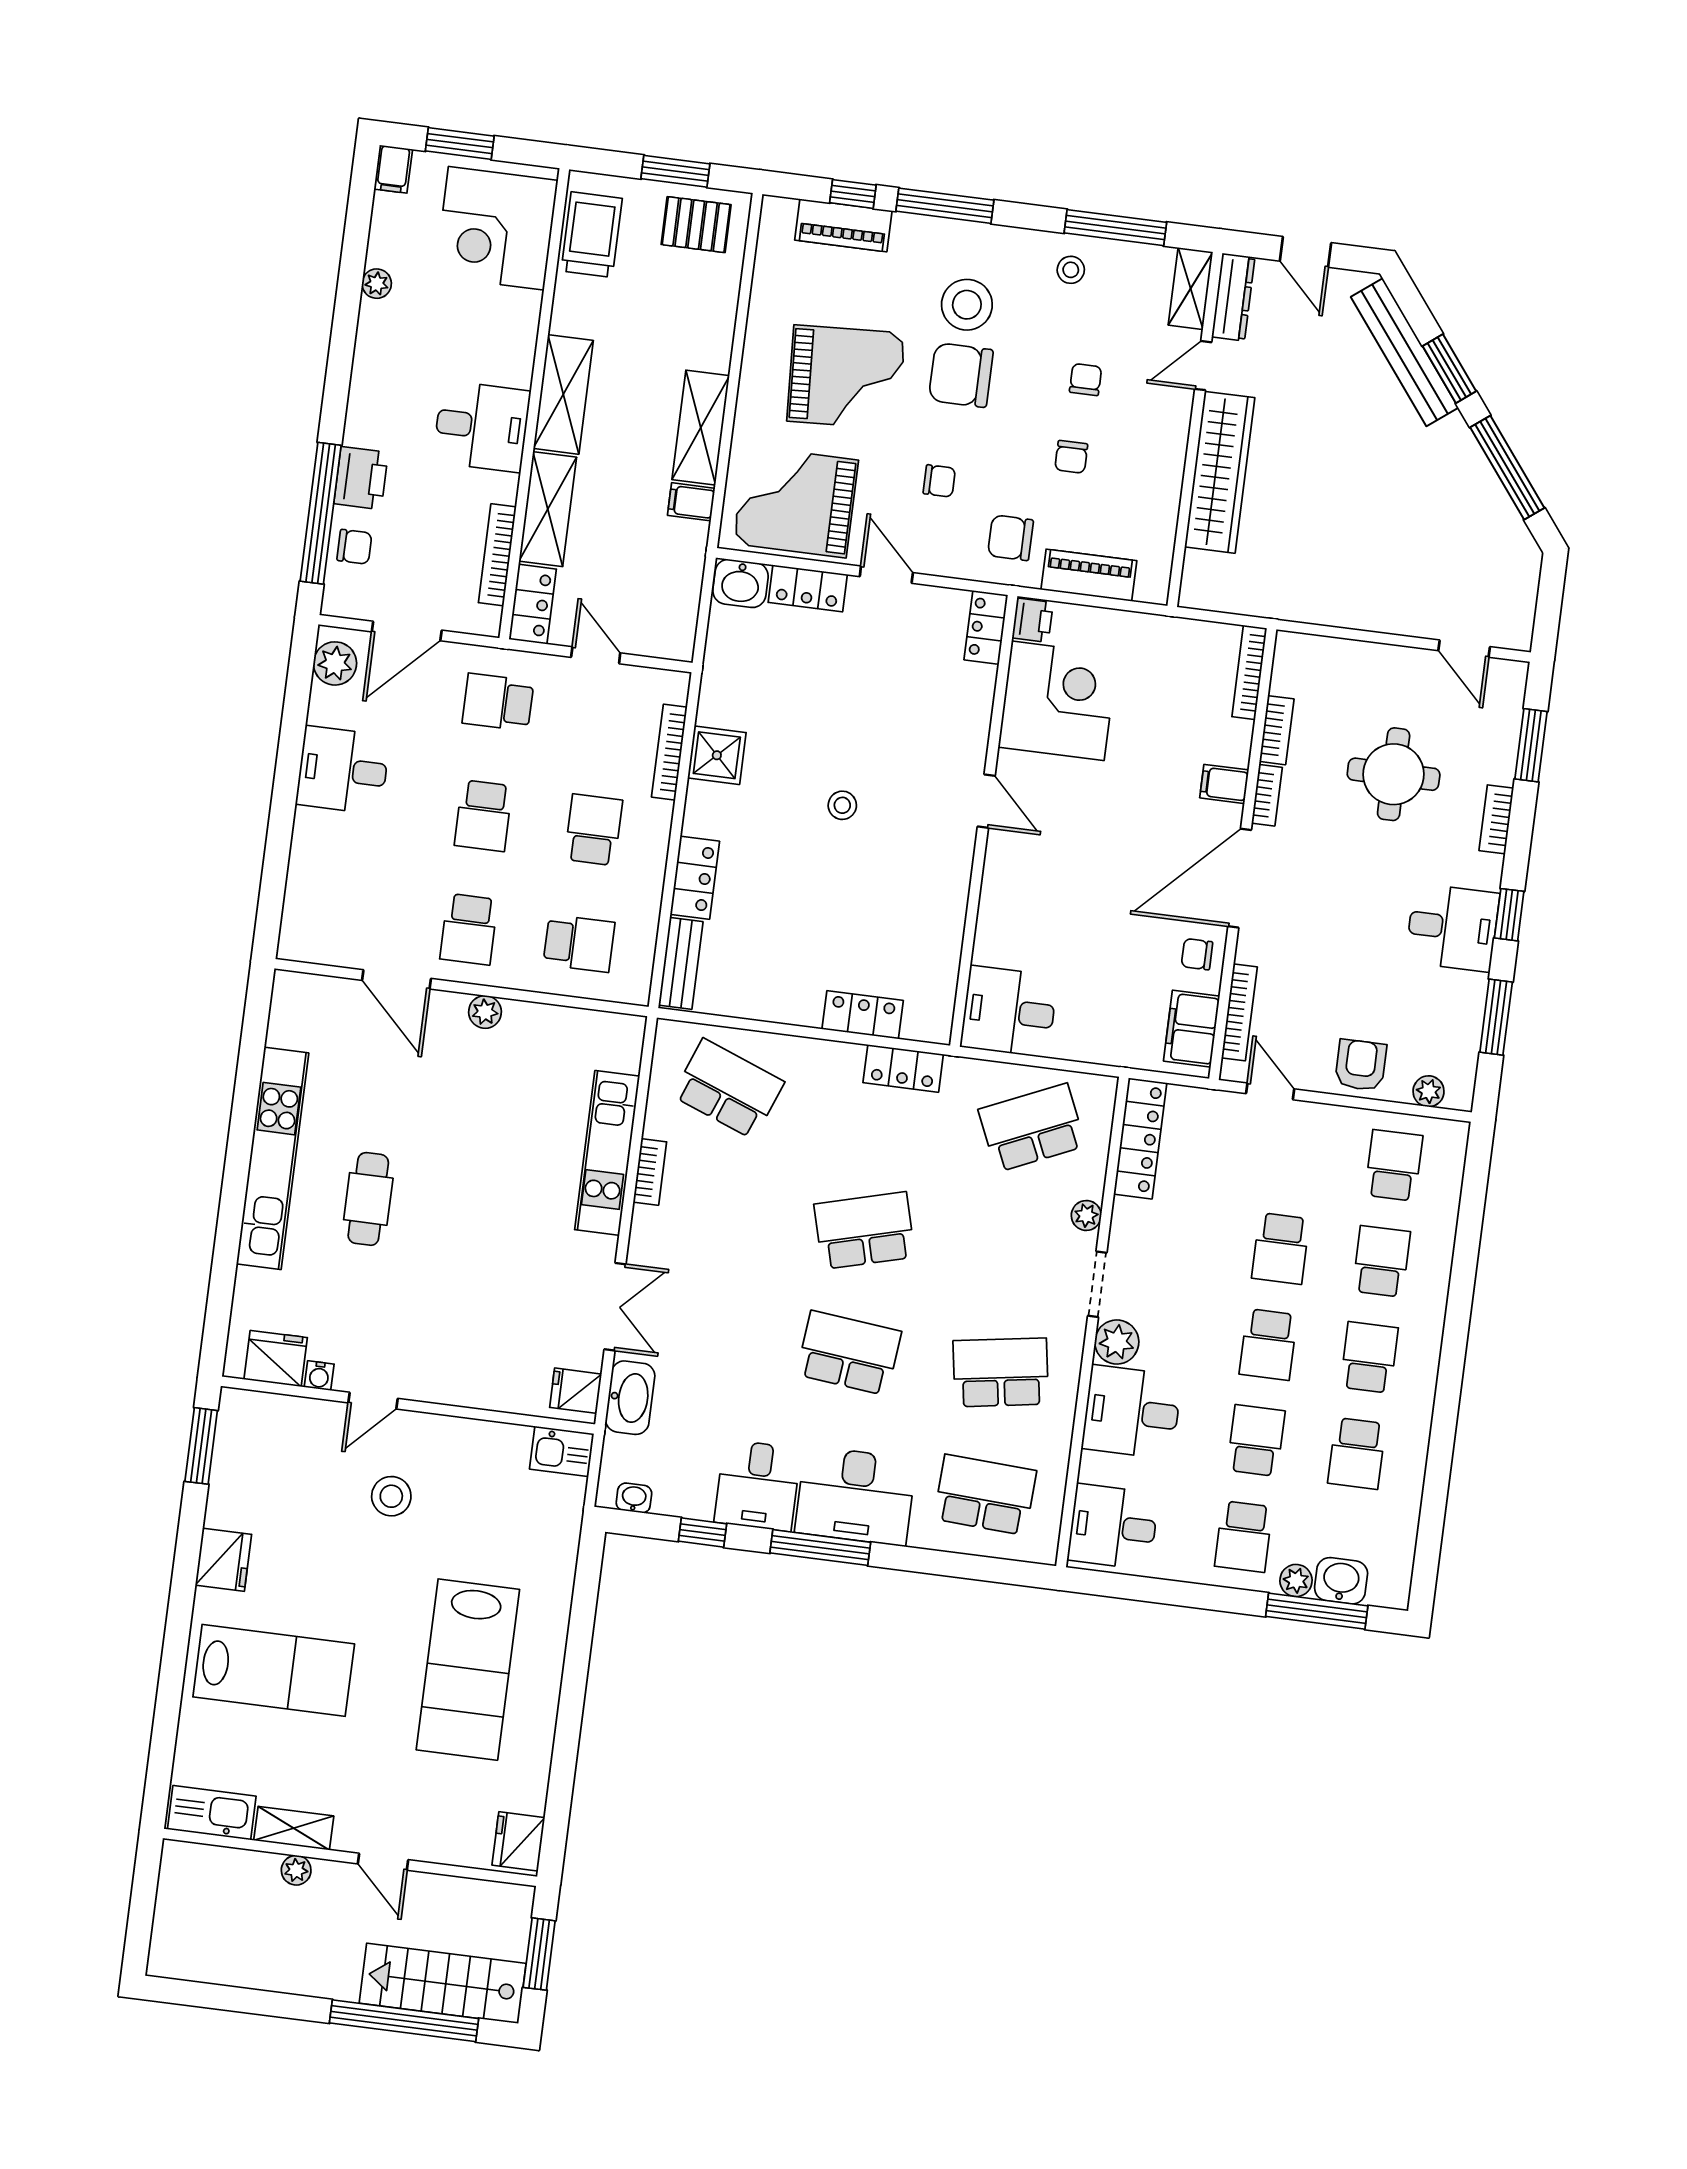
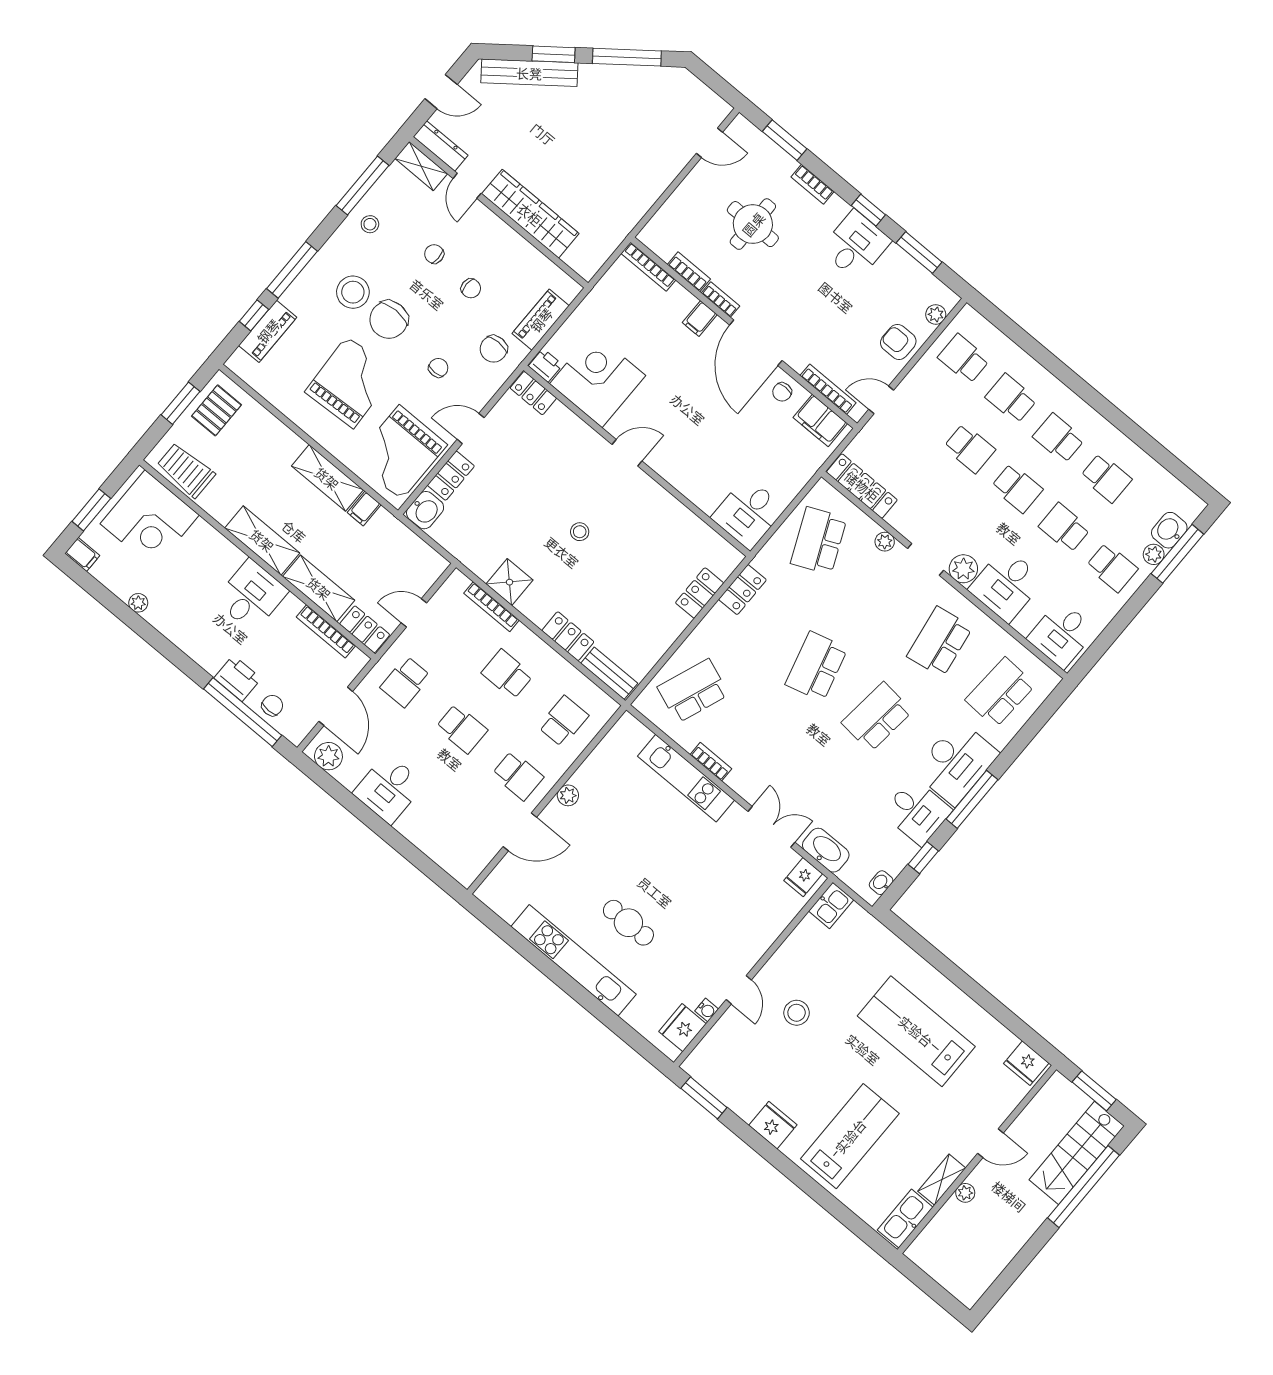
lab bench: (468, 1670) -> (916, 1031), turned 180

